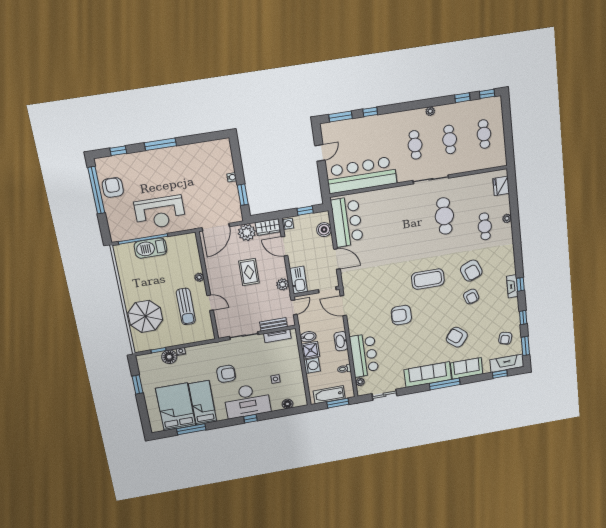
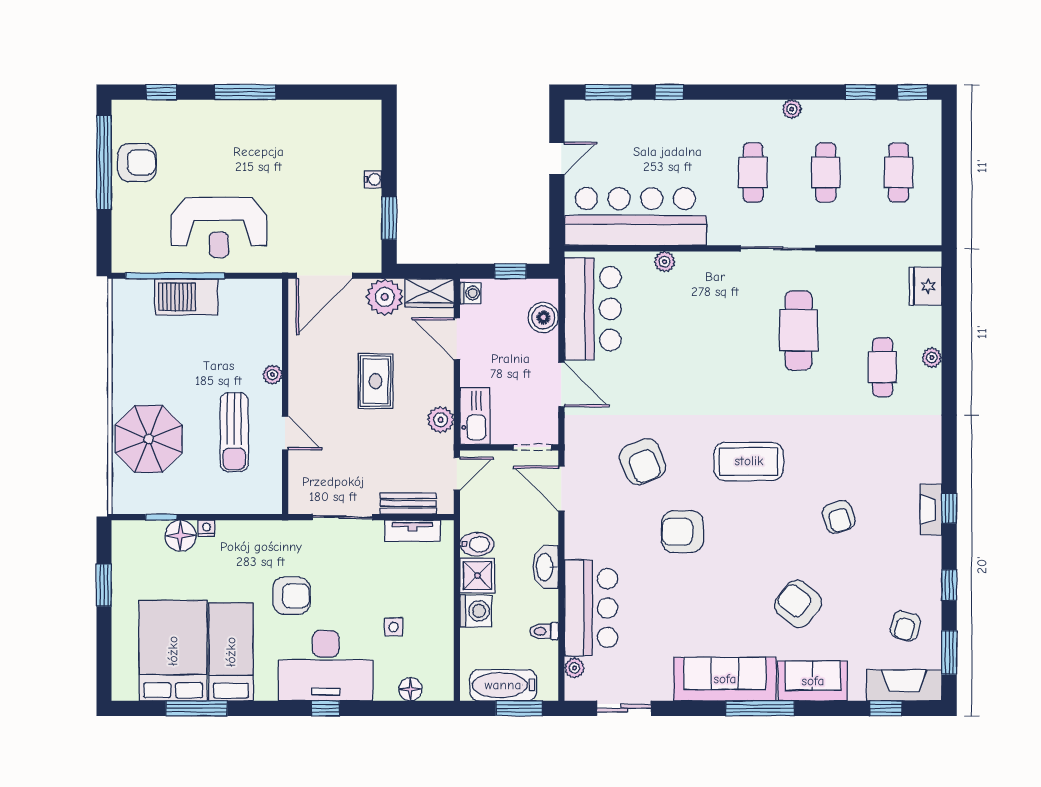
armchair: (113, 187) -> (137, 162), turned 90
plant: (378, 194) -> (665, 262), added
armchair: (471, 271) -> (643, 462), moved

